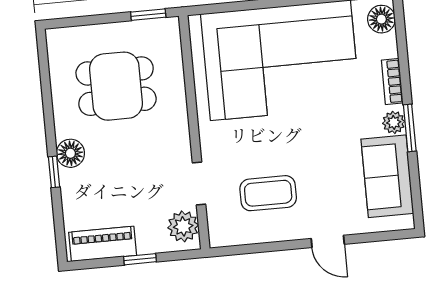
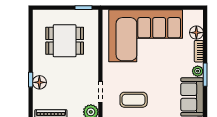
floor lamp: (381, 19) -> (196, 33), moved
floor lamp: (70, 153) -> (39, 82), moved

